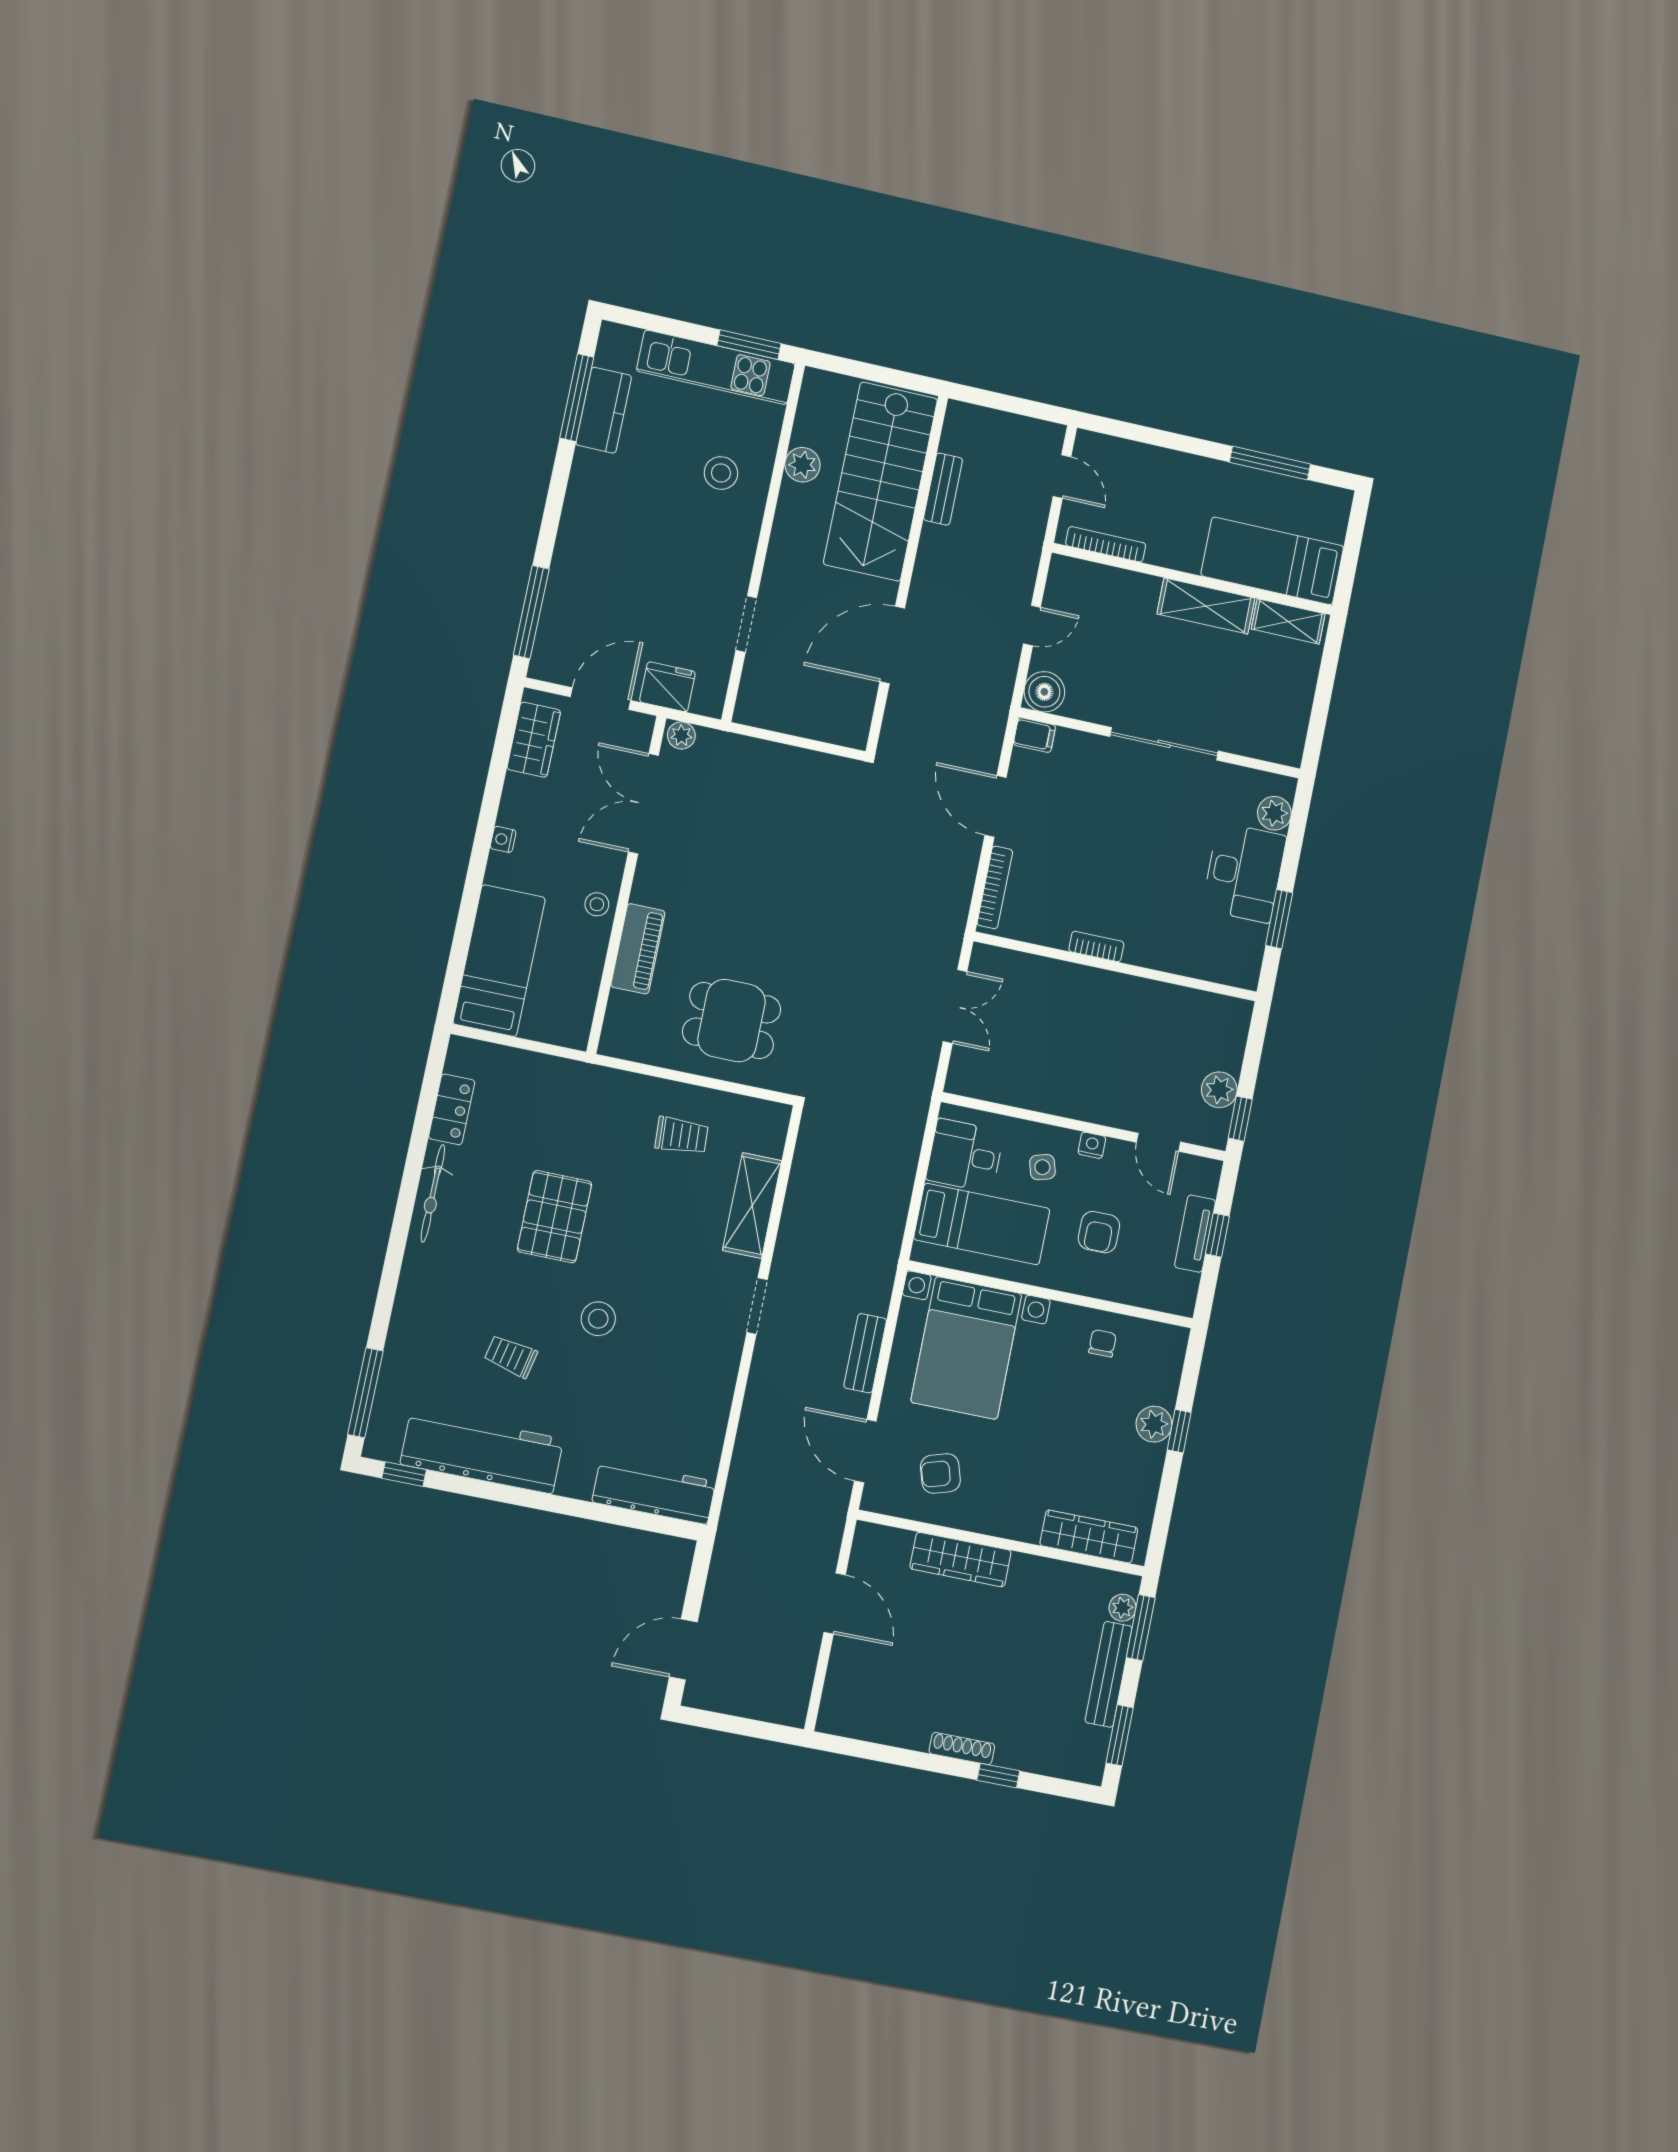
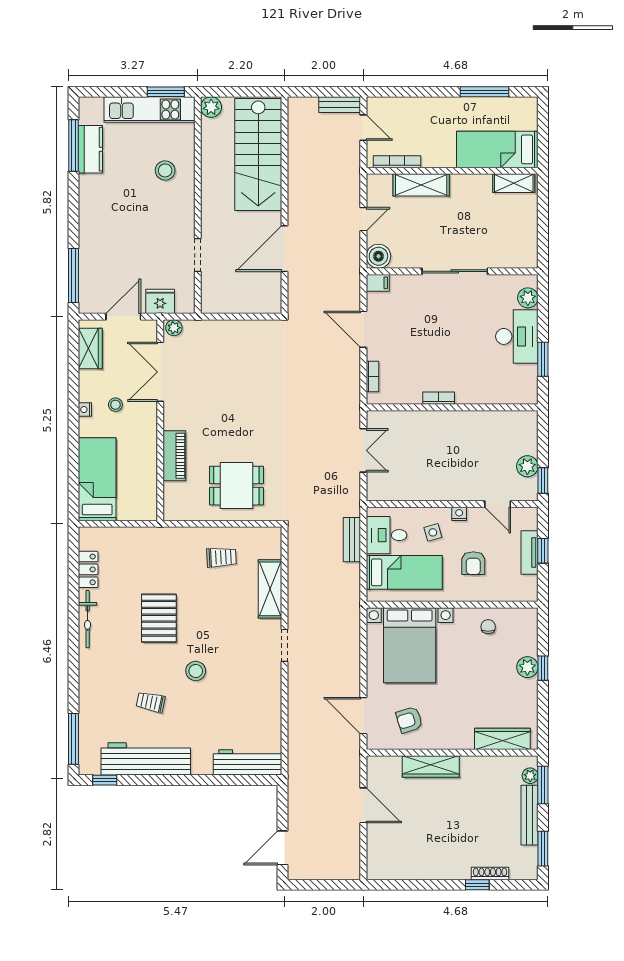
plant: (802, 465) -> (211, 107), moved
bench: (943, 489) -> (340, 105), moved, turned 90
shelving: (1206, 606) -> (421, 185), moved
bookcase: (995, 887) -> (373, 376), width x0.64
stool: (597, 904) -> (115, 405), moved
bench: (865, 1353) -> (352, 540), moved
shoe rack: (962, 1749) -> (490, 873), moved

